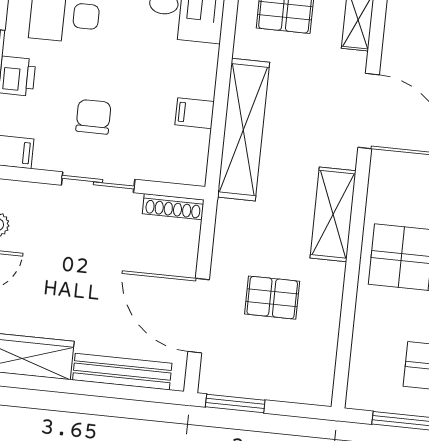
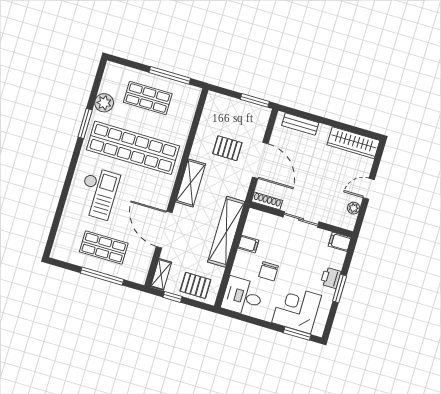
chair: (93, 117) -> (269, 271), moved
door: (199, 316) -> (260, 160), moved
bench: (122, 372) -> (300, 124), width x0.73

